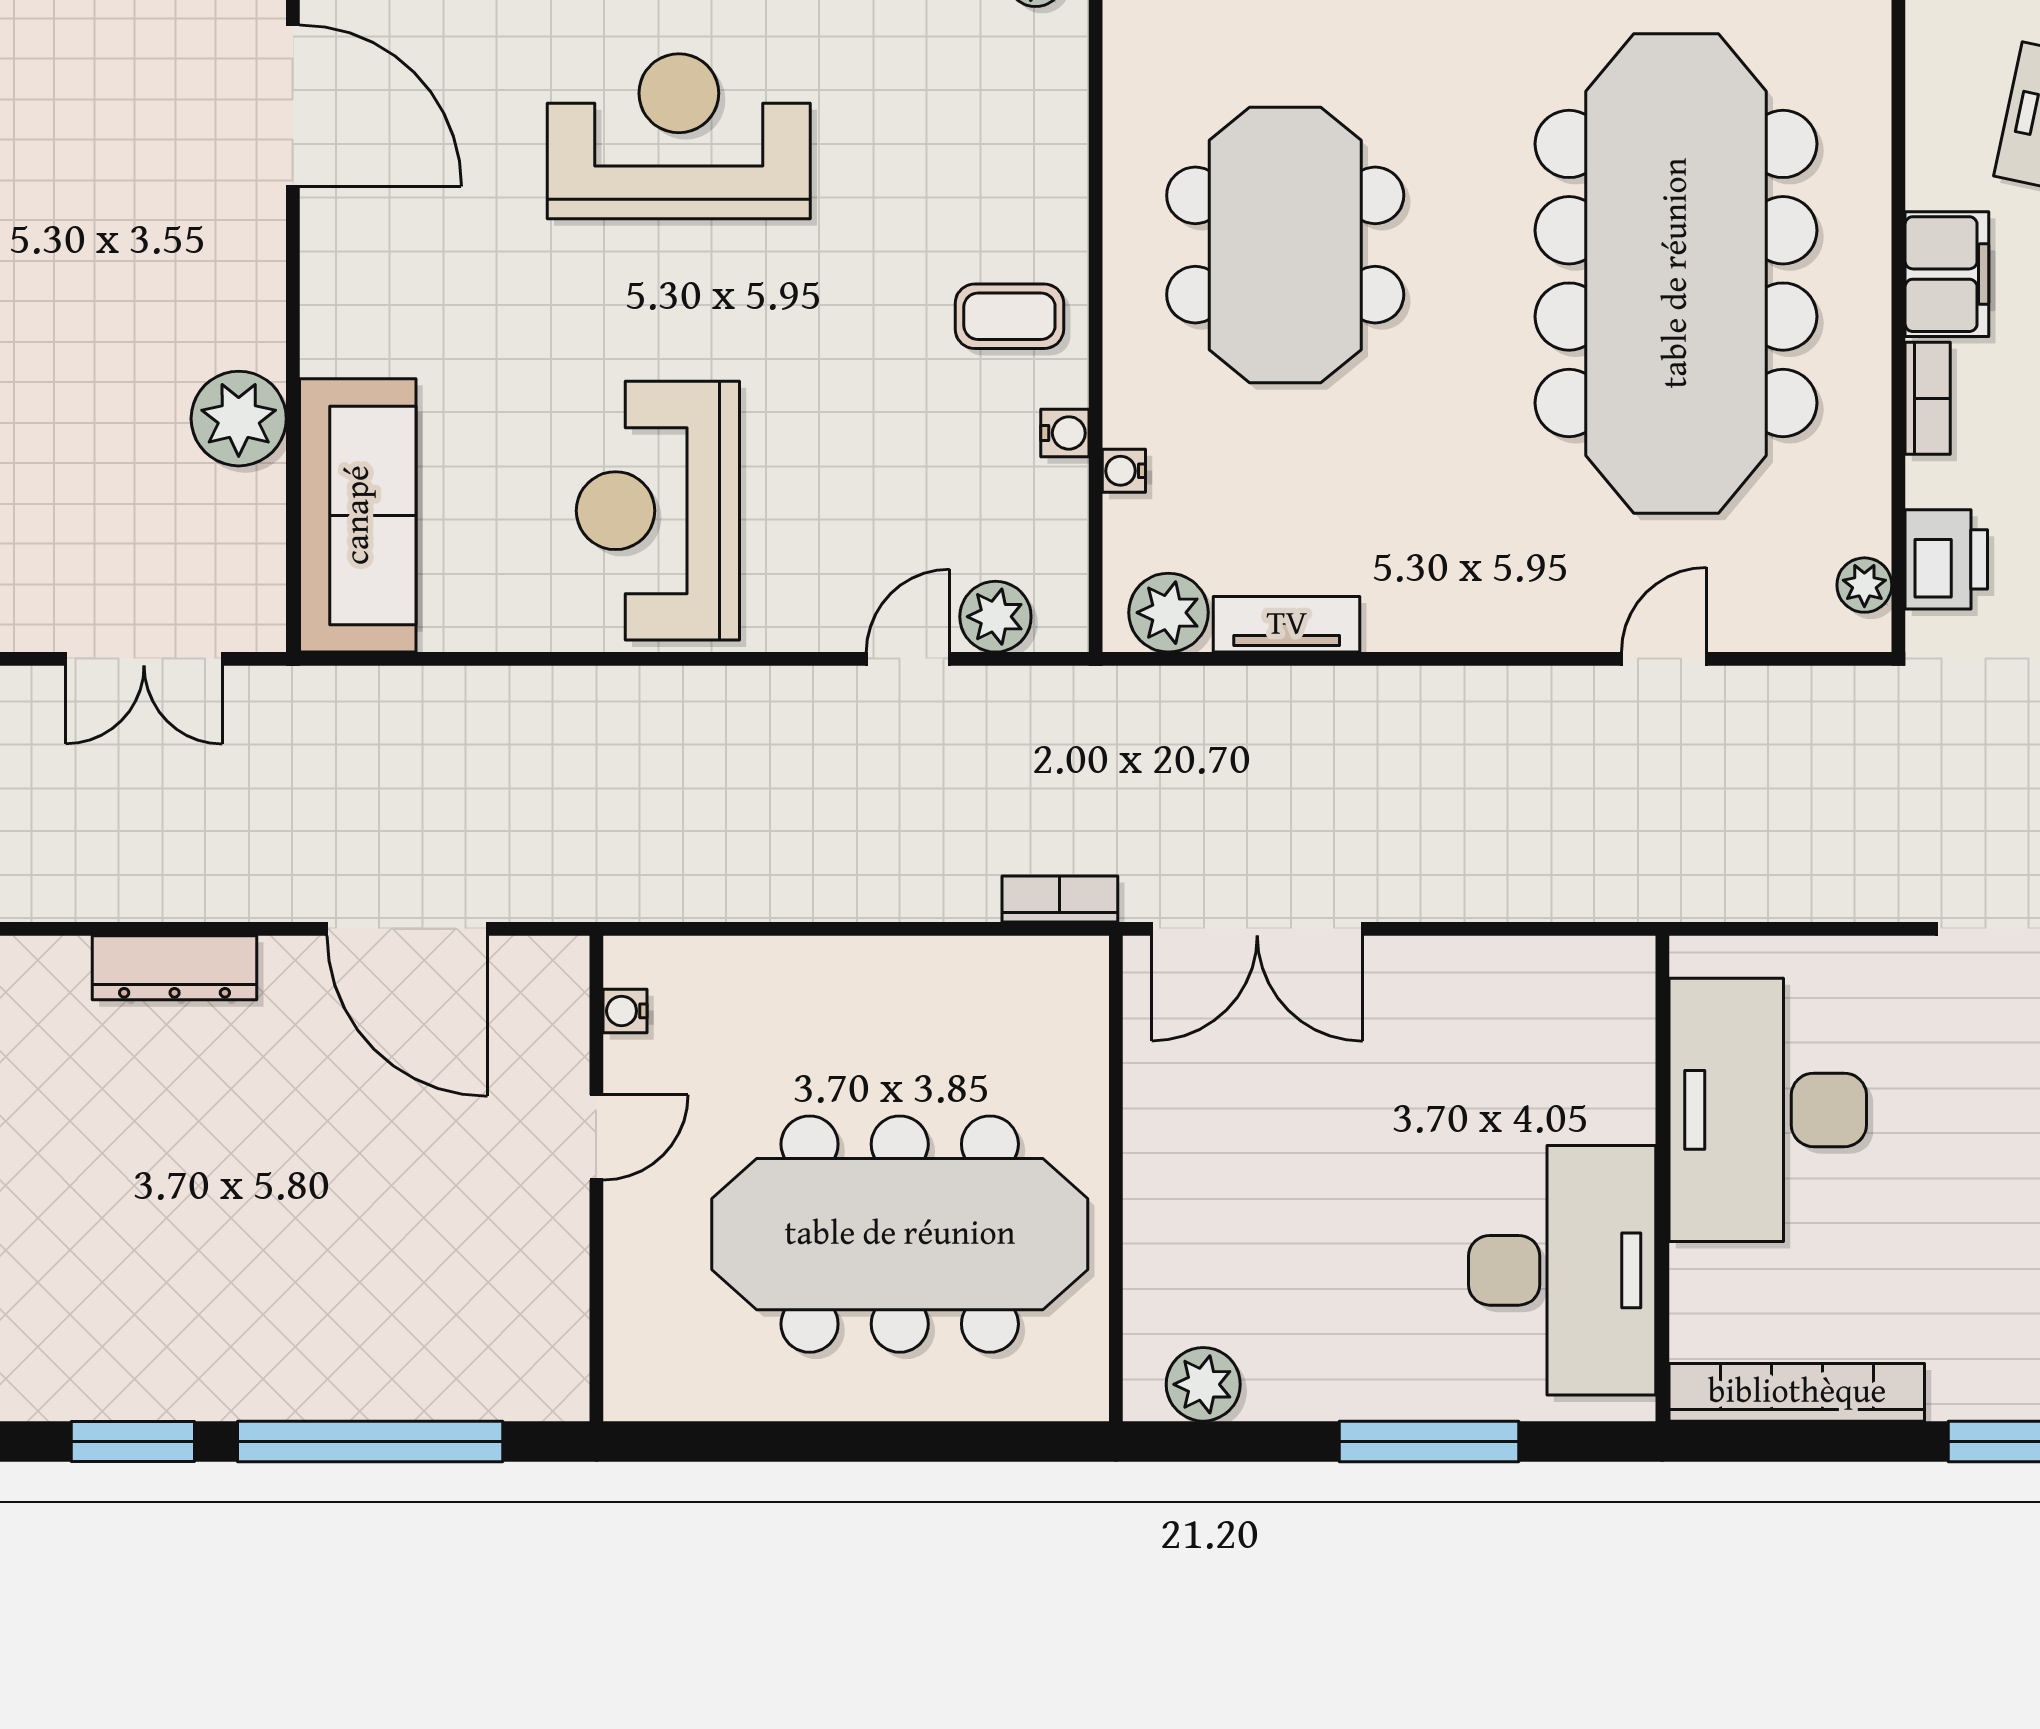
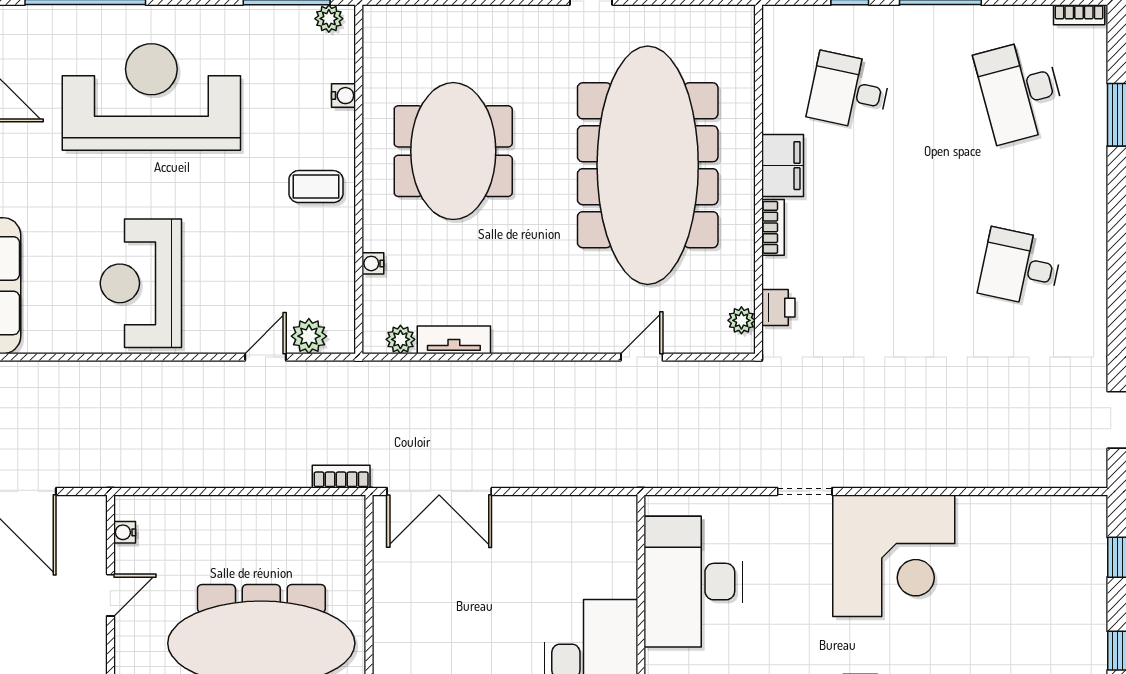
reception desk: (679, 136) -> (151, 97), width x1.36, depth x1.30
water cooler: (1065, 433) -> (344, 96), moved
printer: (1946, 559) -> (778, 308), width x0.73, depth x0.81
plant: (1168, 613) -> (400, 339), width x0.73, depth x0.73

